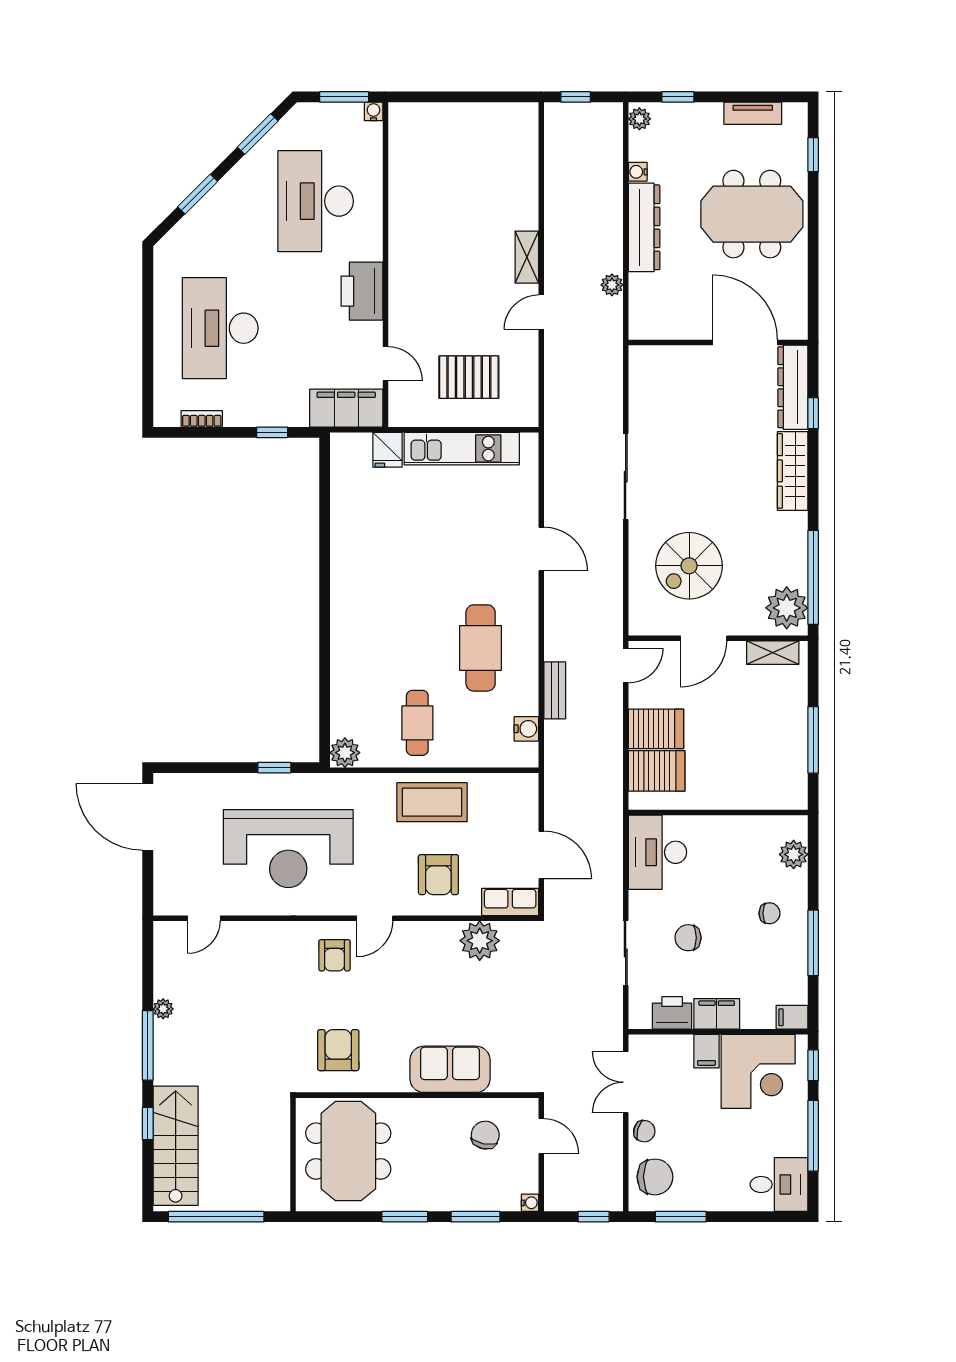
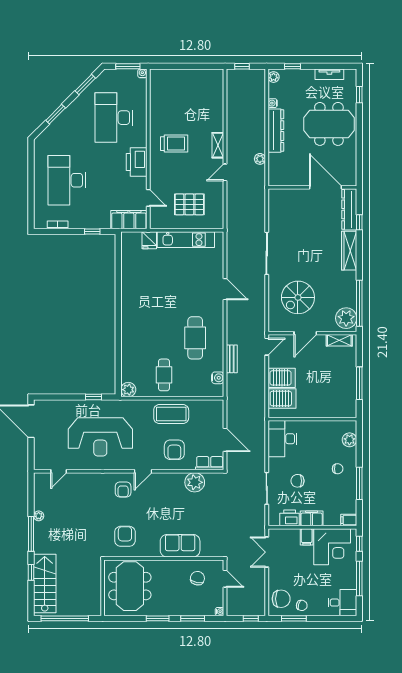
trolley: (438, 254) -> (174, 144), added
chair: (644, 1131) -> (302, 605), moved

